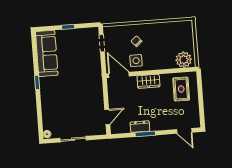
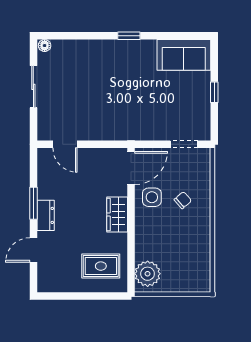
sofa: (47, 53) -> (184, 55), width x0.73
dresser: (140, 127) -> (46, 215), moved
door: (184, 131) -> (33, 250), moved

